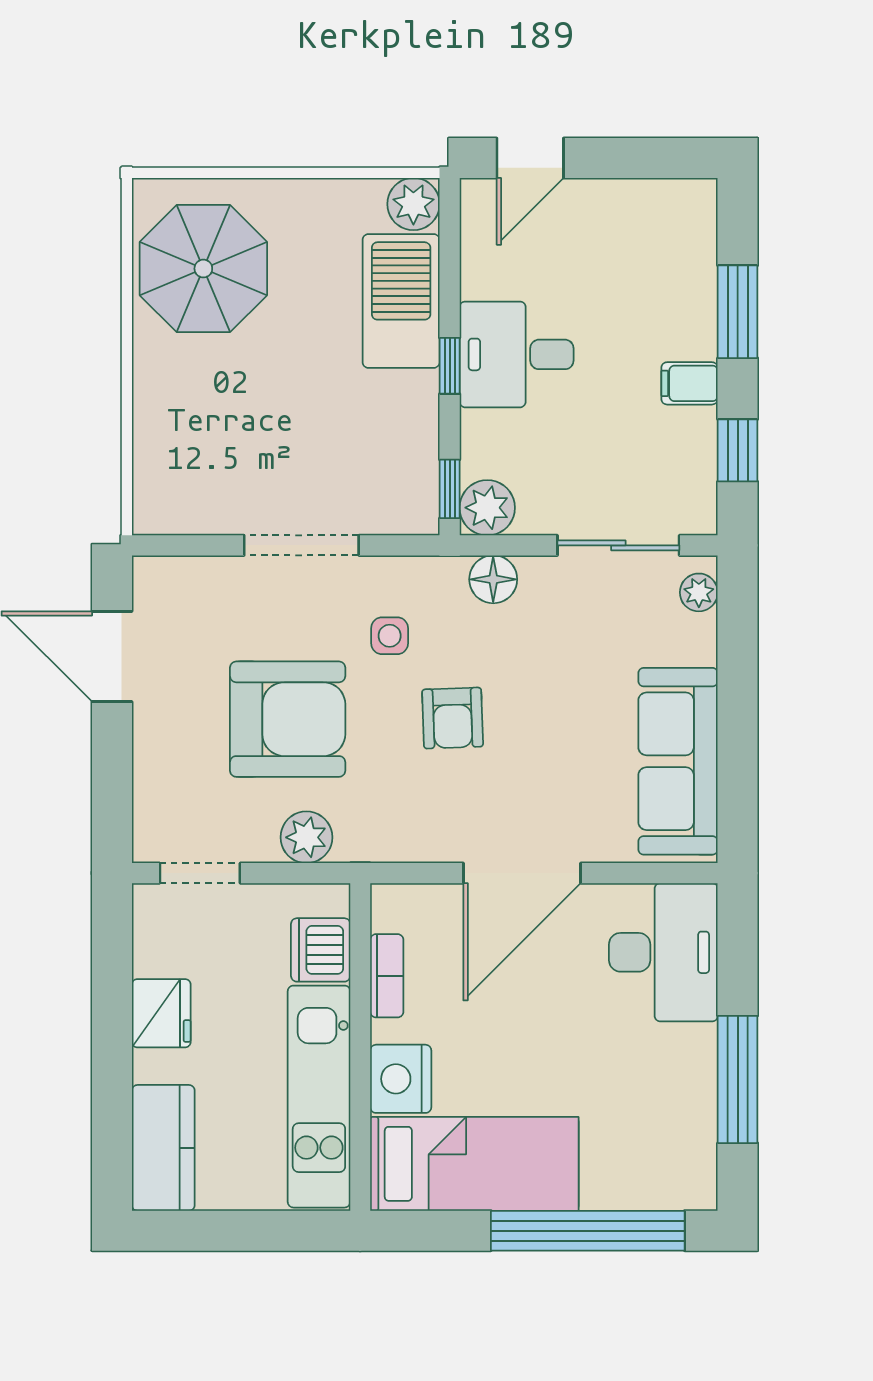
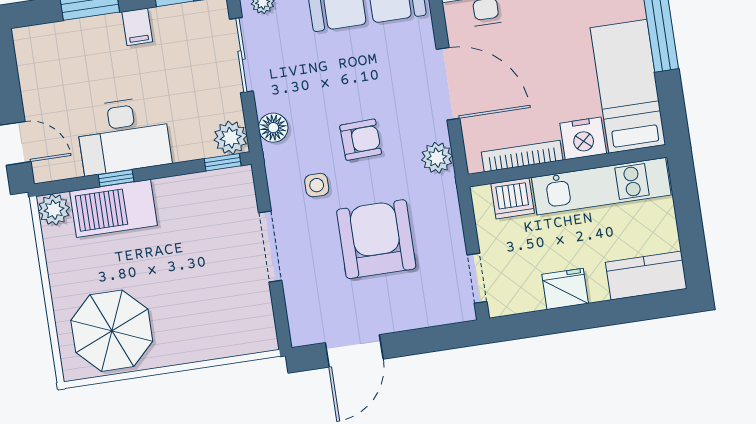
desk: (517, 354) -> (124, 136), width x1.37
window: (450, 366) -> (116, 178), moved
plant: (306, 837) -> (437, 158), moved
bookcase: (387, 976) -> (522, 156), width x1.56

